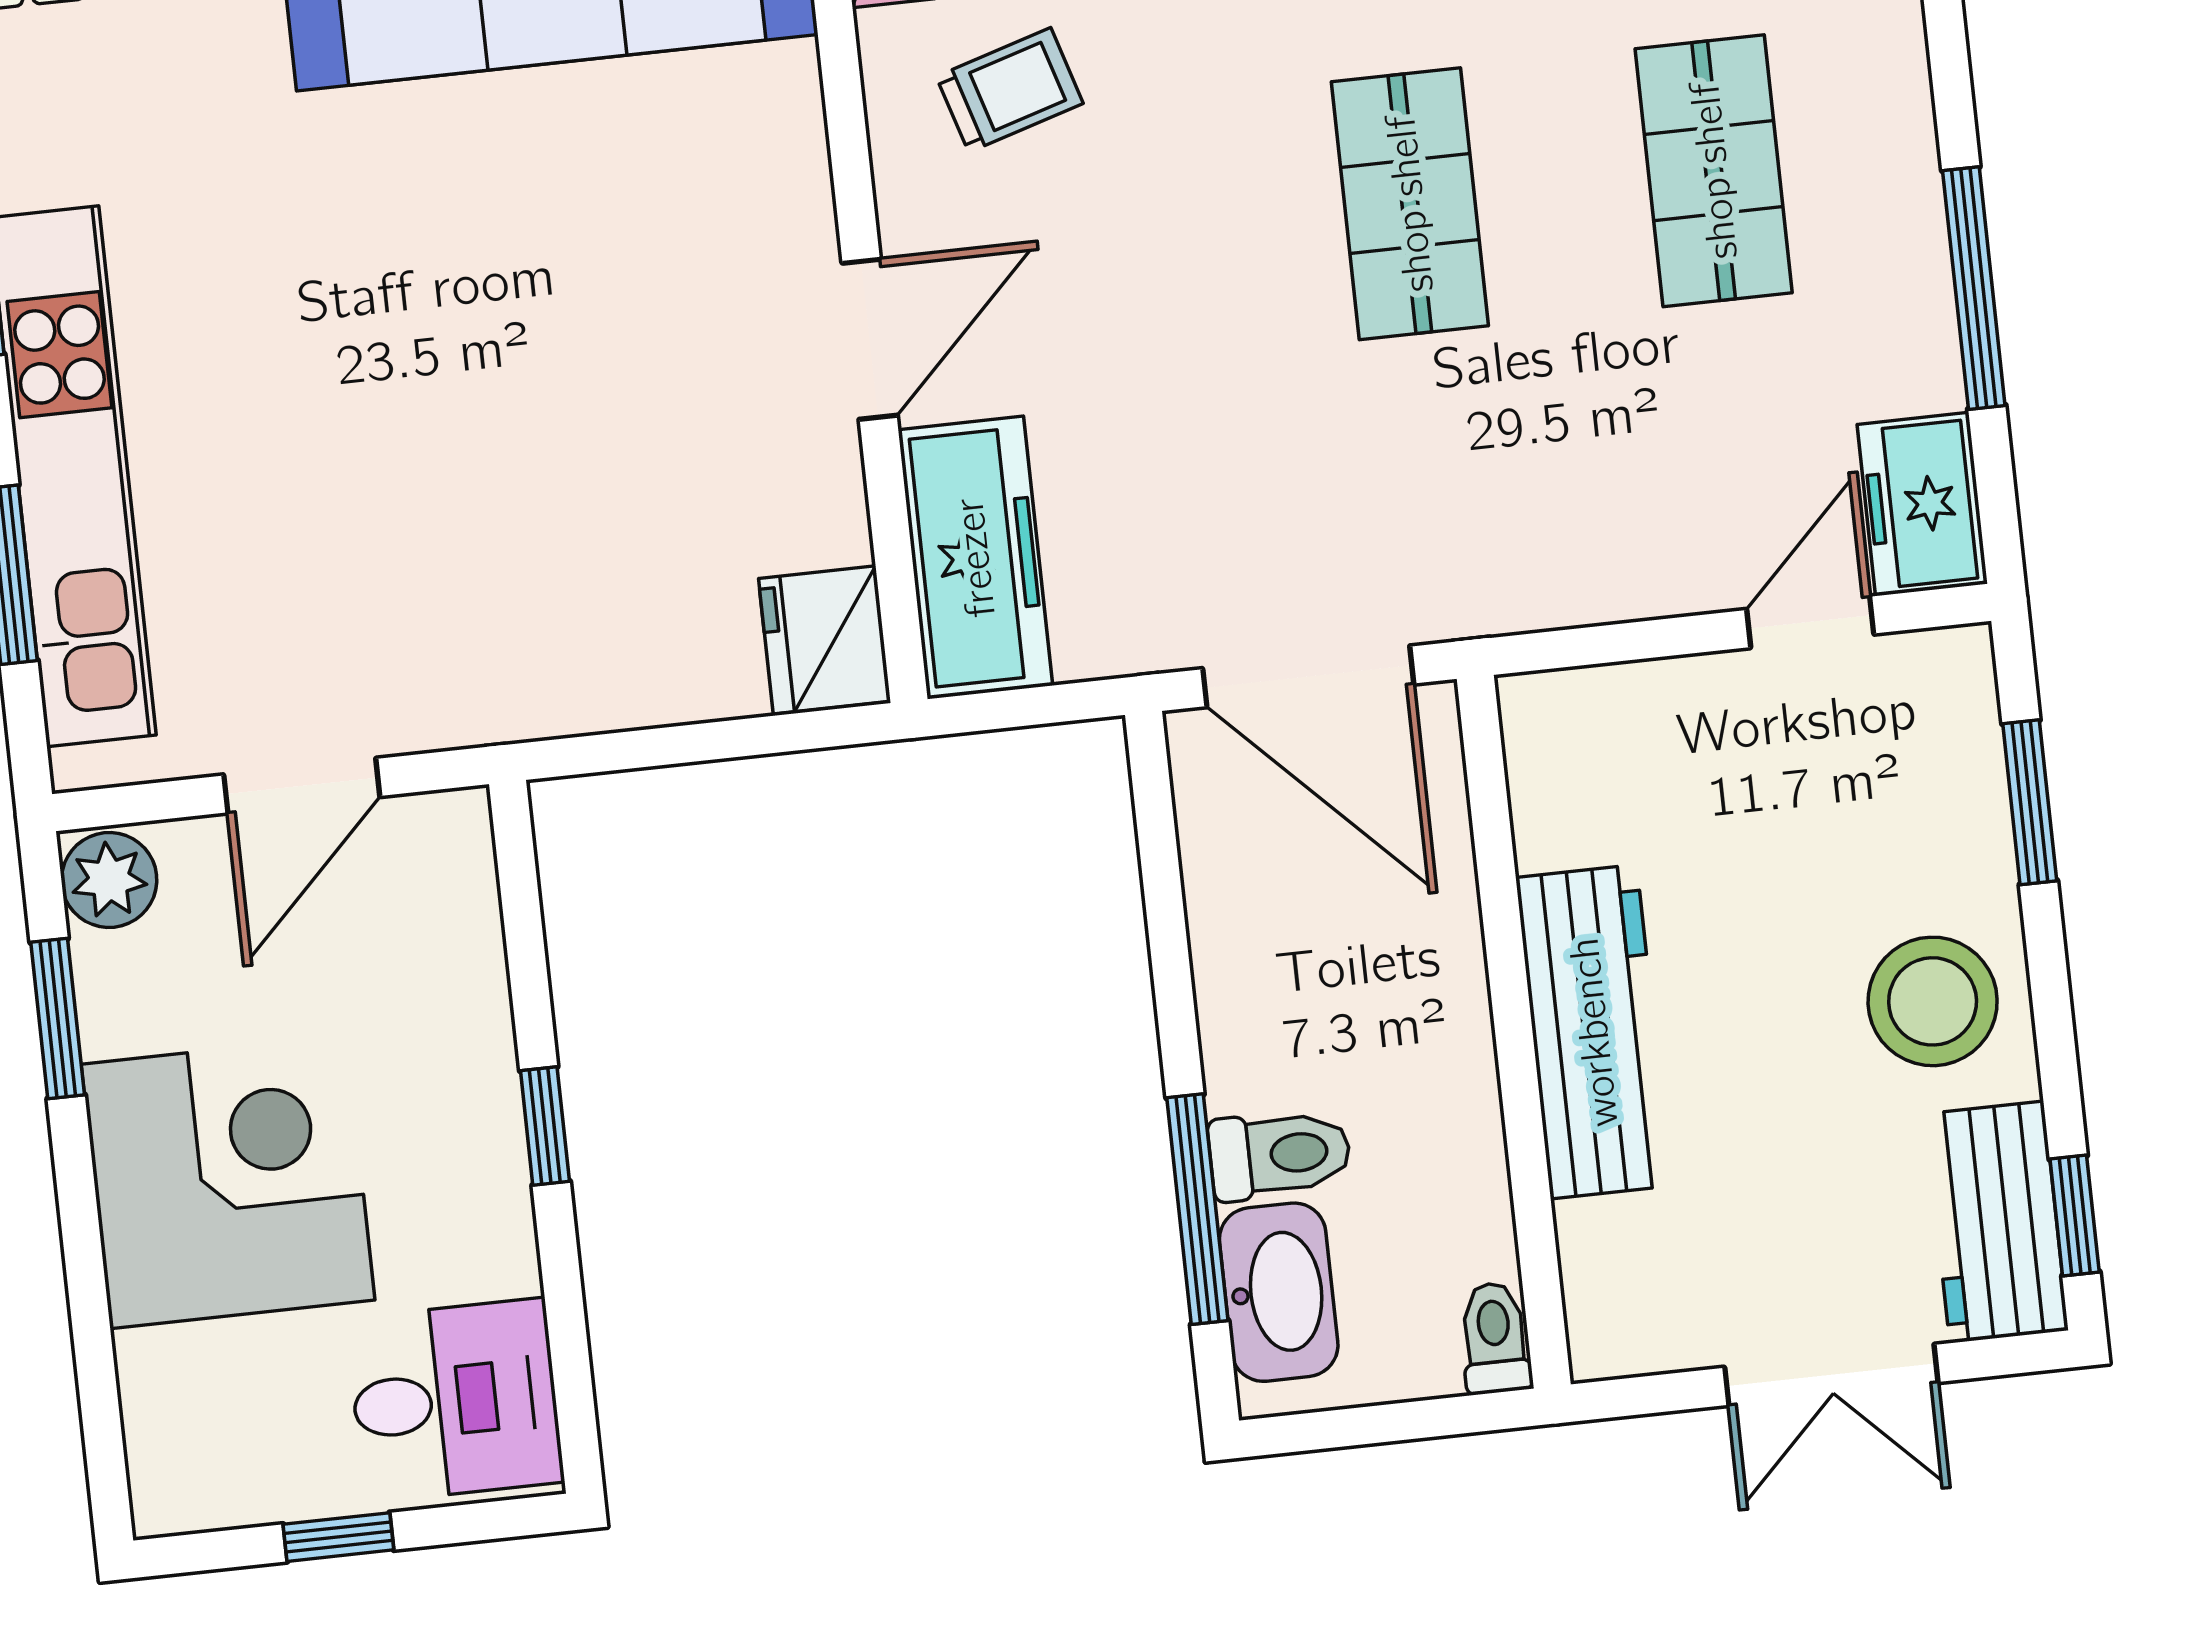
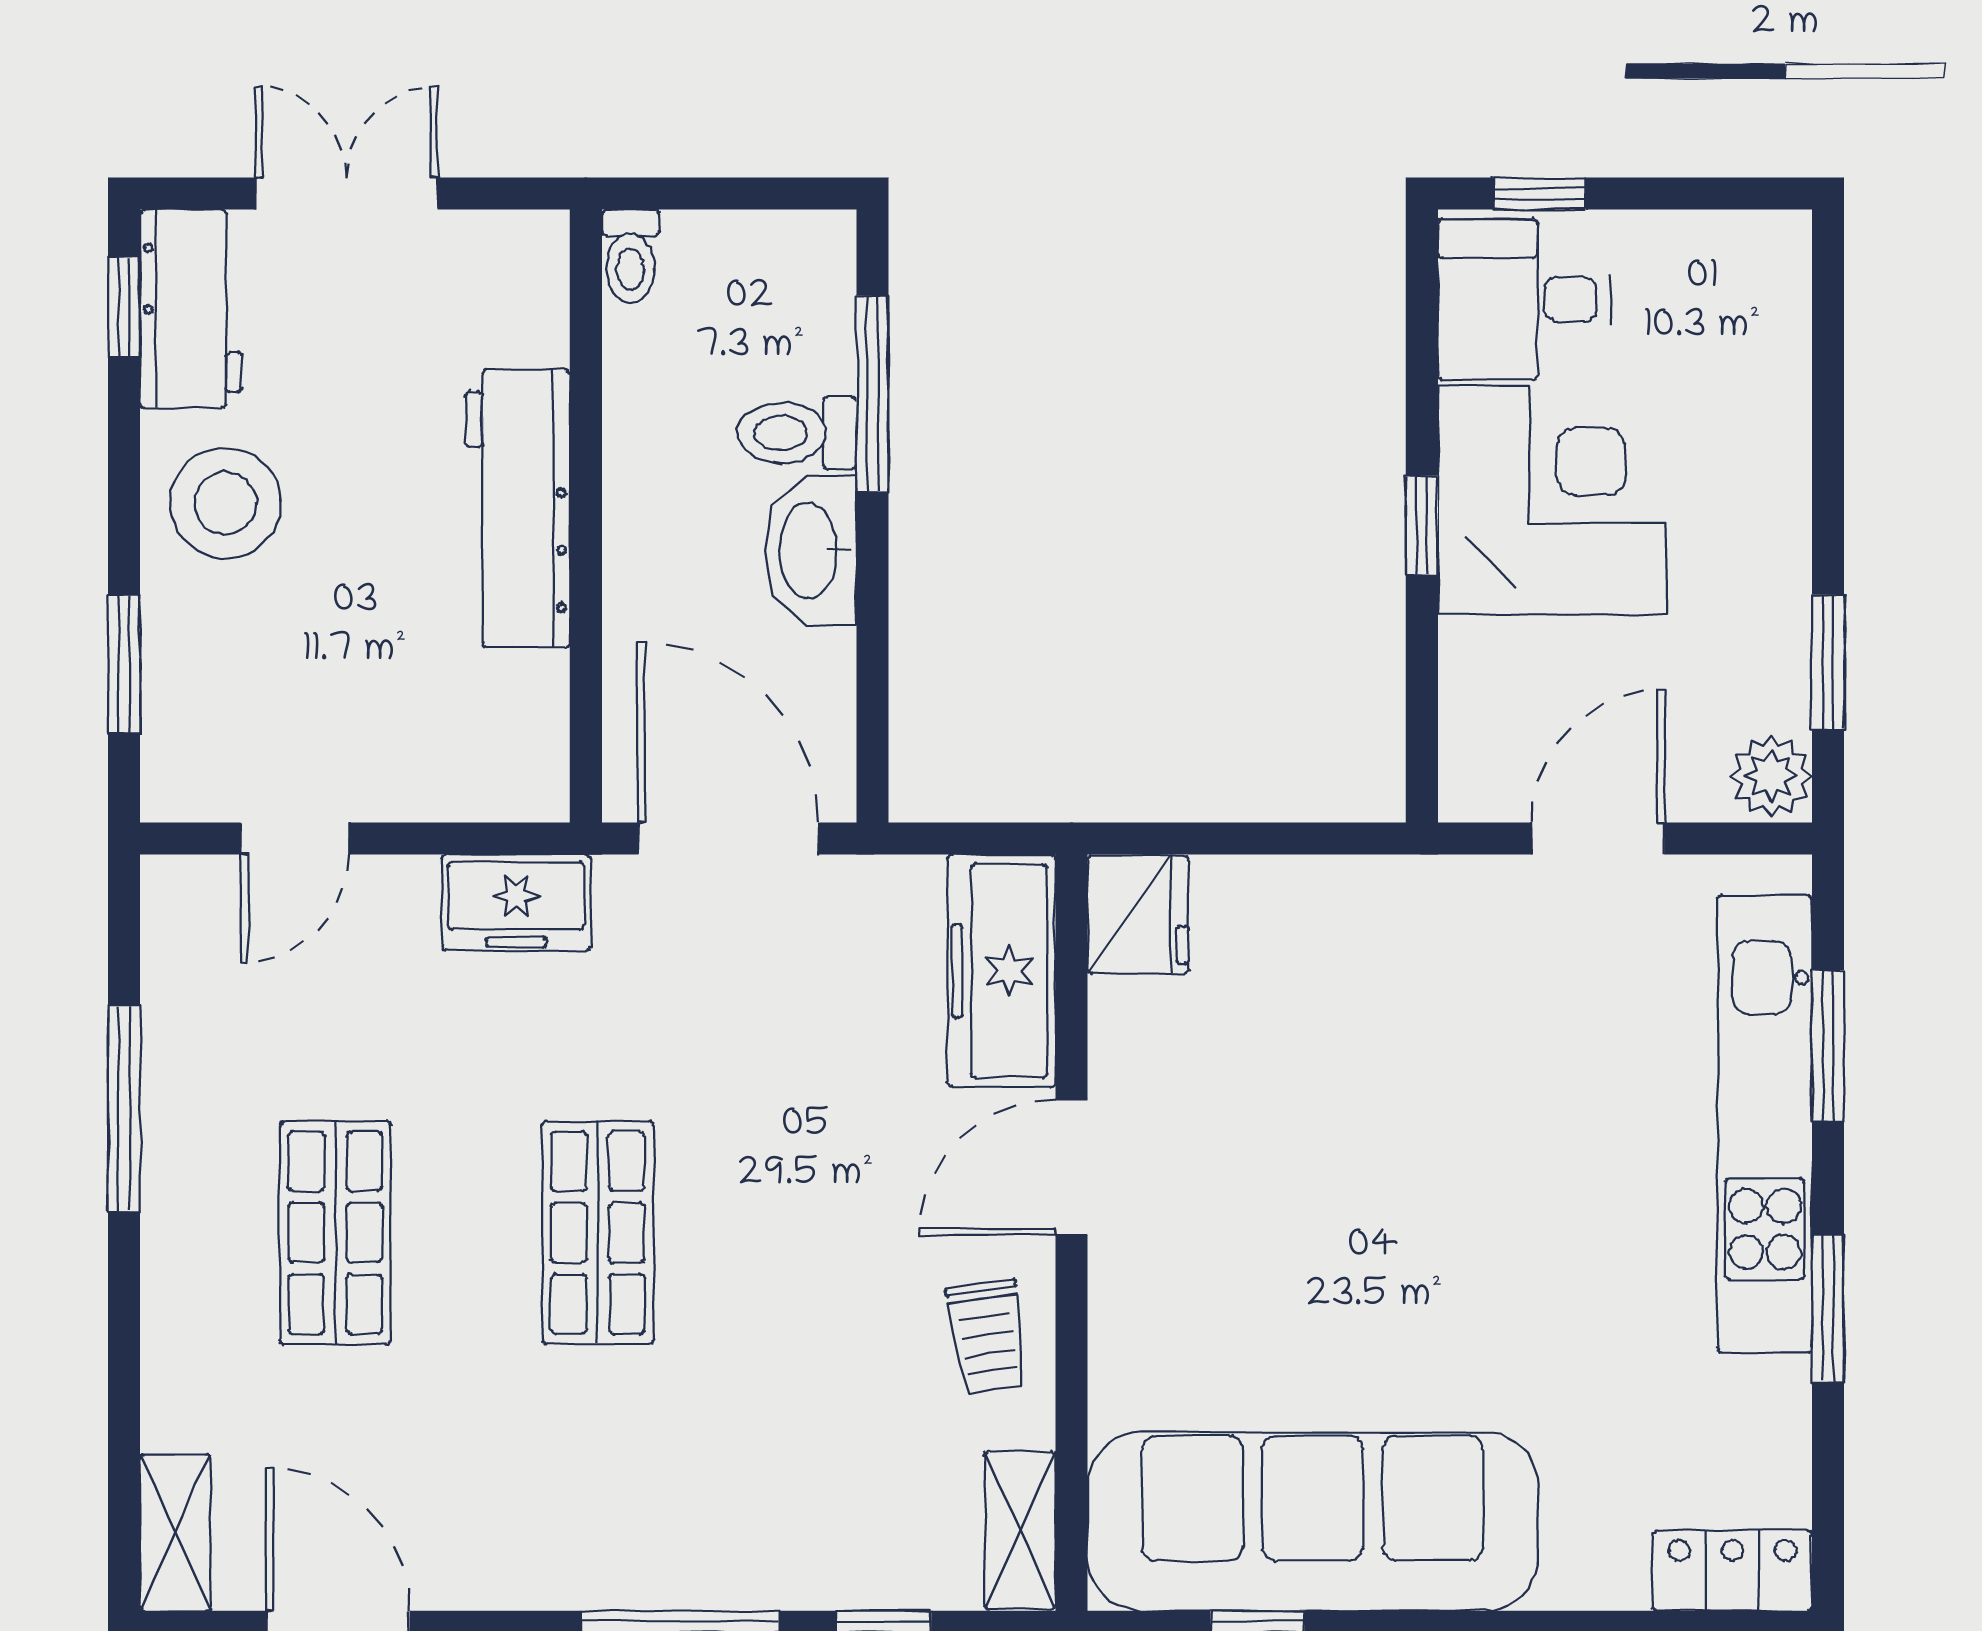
trolley: (1010, 90) -> (987, 1337), moved, turned -81
freezer: (1922, 504) -> (516, 903), moved, turned 90
corner desk: (228, 1182) -> (1552, 500), moved, turned 180
washbasin: (1279, 1292) -> (811, 550), moved
window: (338, 1537) -> (1539, 194), moved

